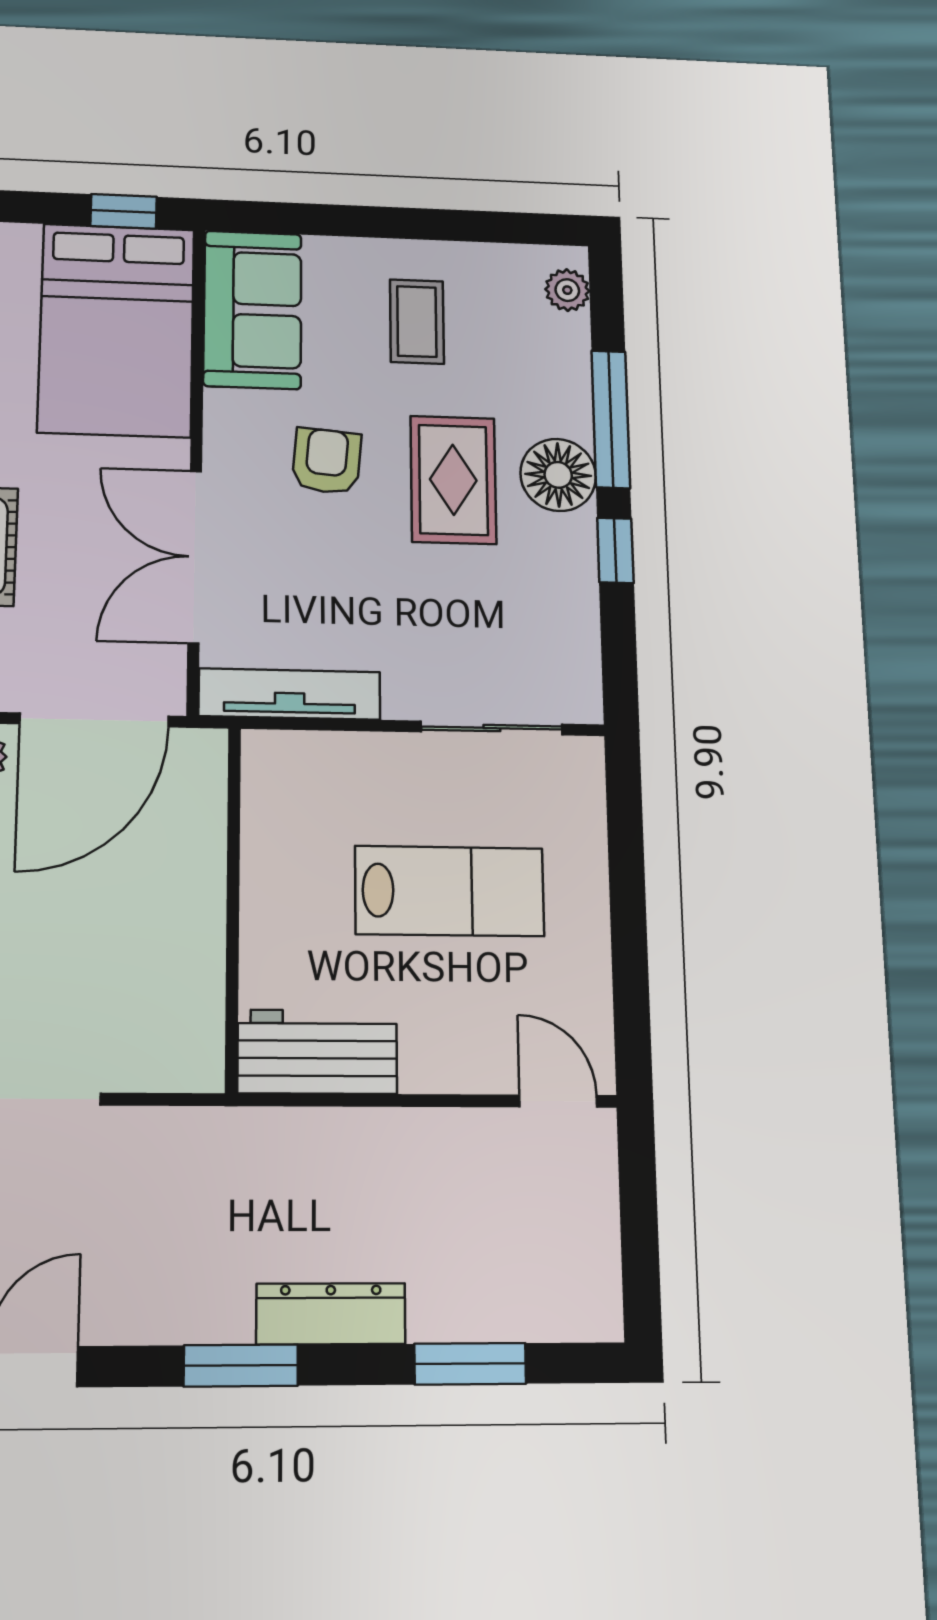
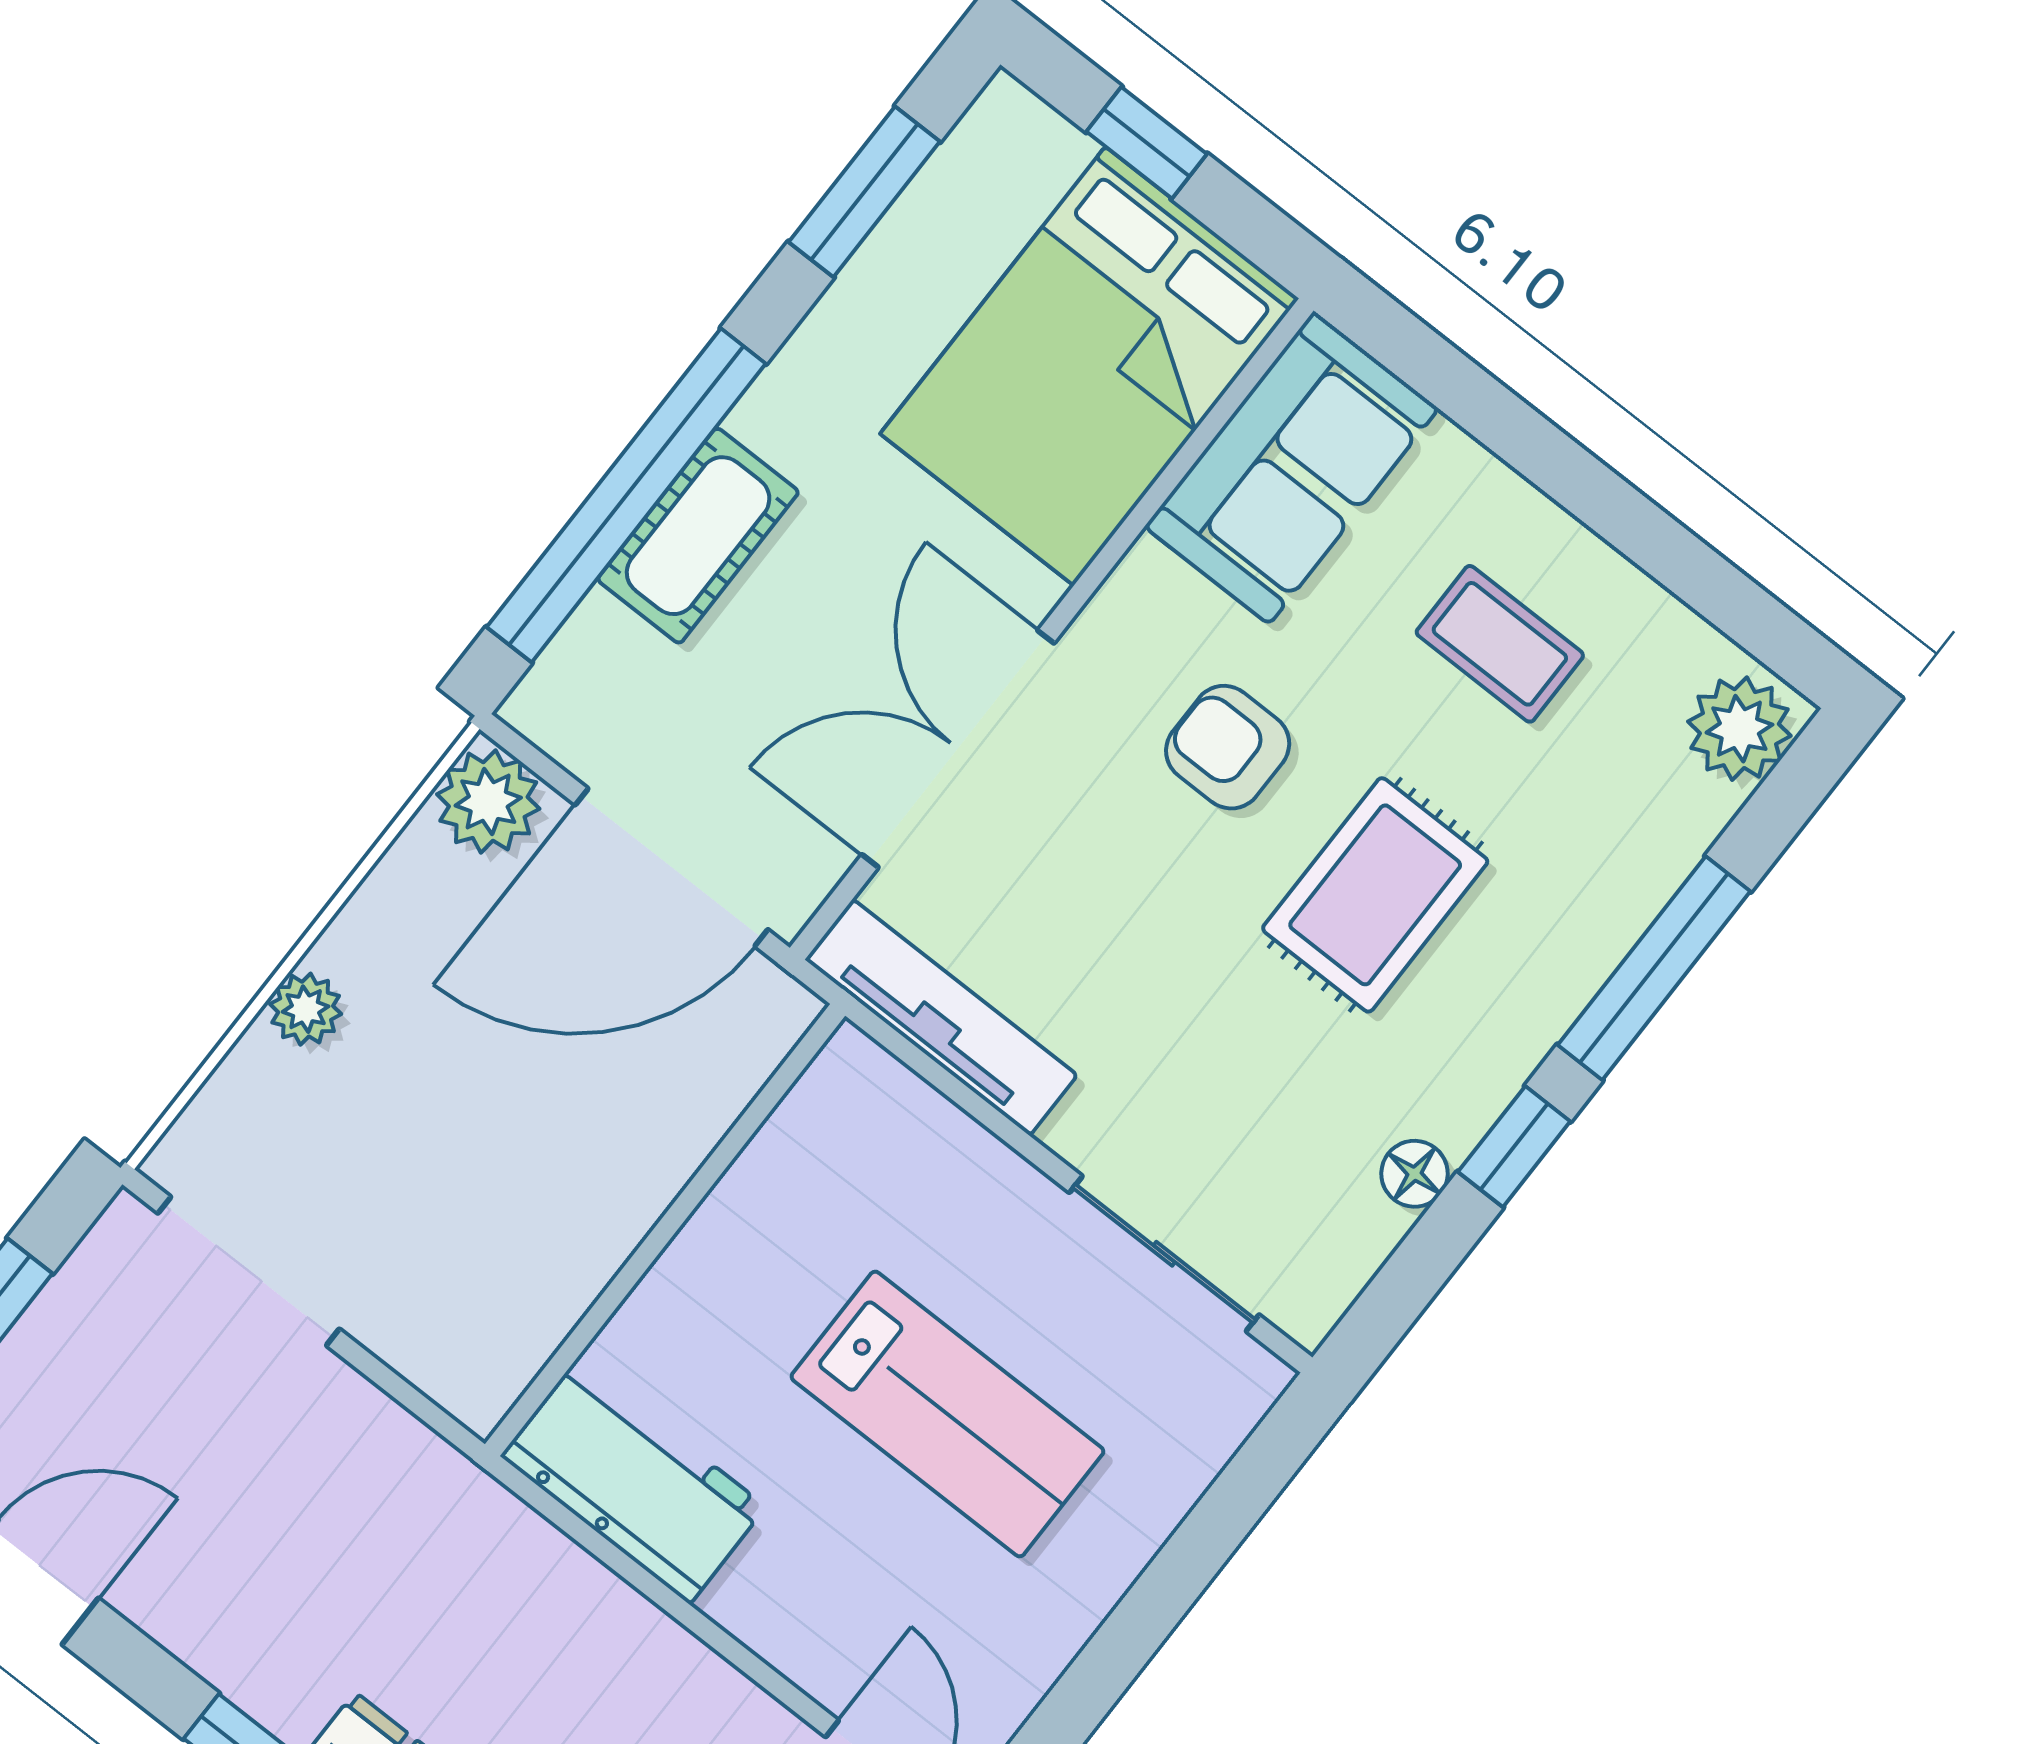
window: (124, 211) -> (1147, 143), moved
plant: (567, 290) -> (1739, 729), width x1.38, depth x1.38
coffee table: (417, 322) -> (1500, 644), turned 90
armchair: (327, 461) -> (1228, 747), turned -95
floor lamp: (558, 475) -> (1415, 1174), moved, width x0.53, depth x0.53

